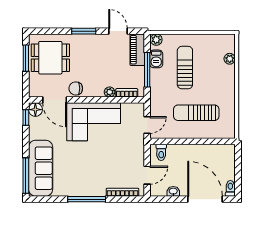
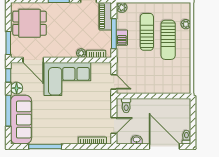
window: (26, 58) -> (8, 43), moved
barbecue: (156, 59) -> (122, 38), moved
chair: (76, 88) -> (52, 50), removed
floor lamp: (35, 110) -> (17, 88), moved
sun lounger: (196, 113) -> (168, 40), moved, turned -90
door: (147, 125) -> (114, 82), hinge flipped
window: (26, 176) -> (8, 111), moved
window: (87, 199) -> (45, 146), moved

